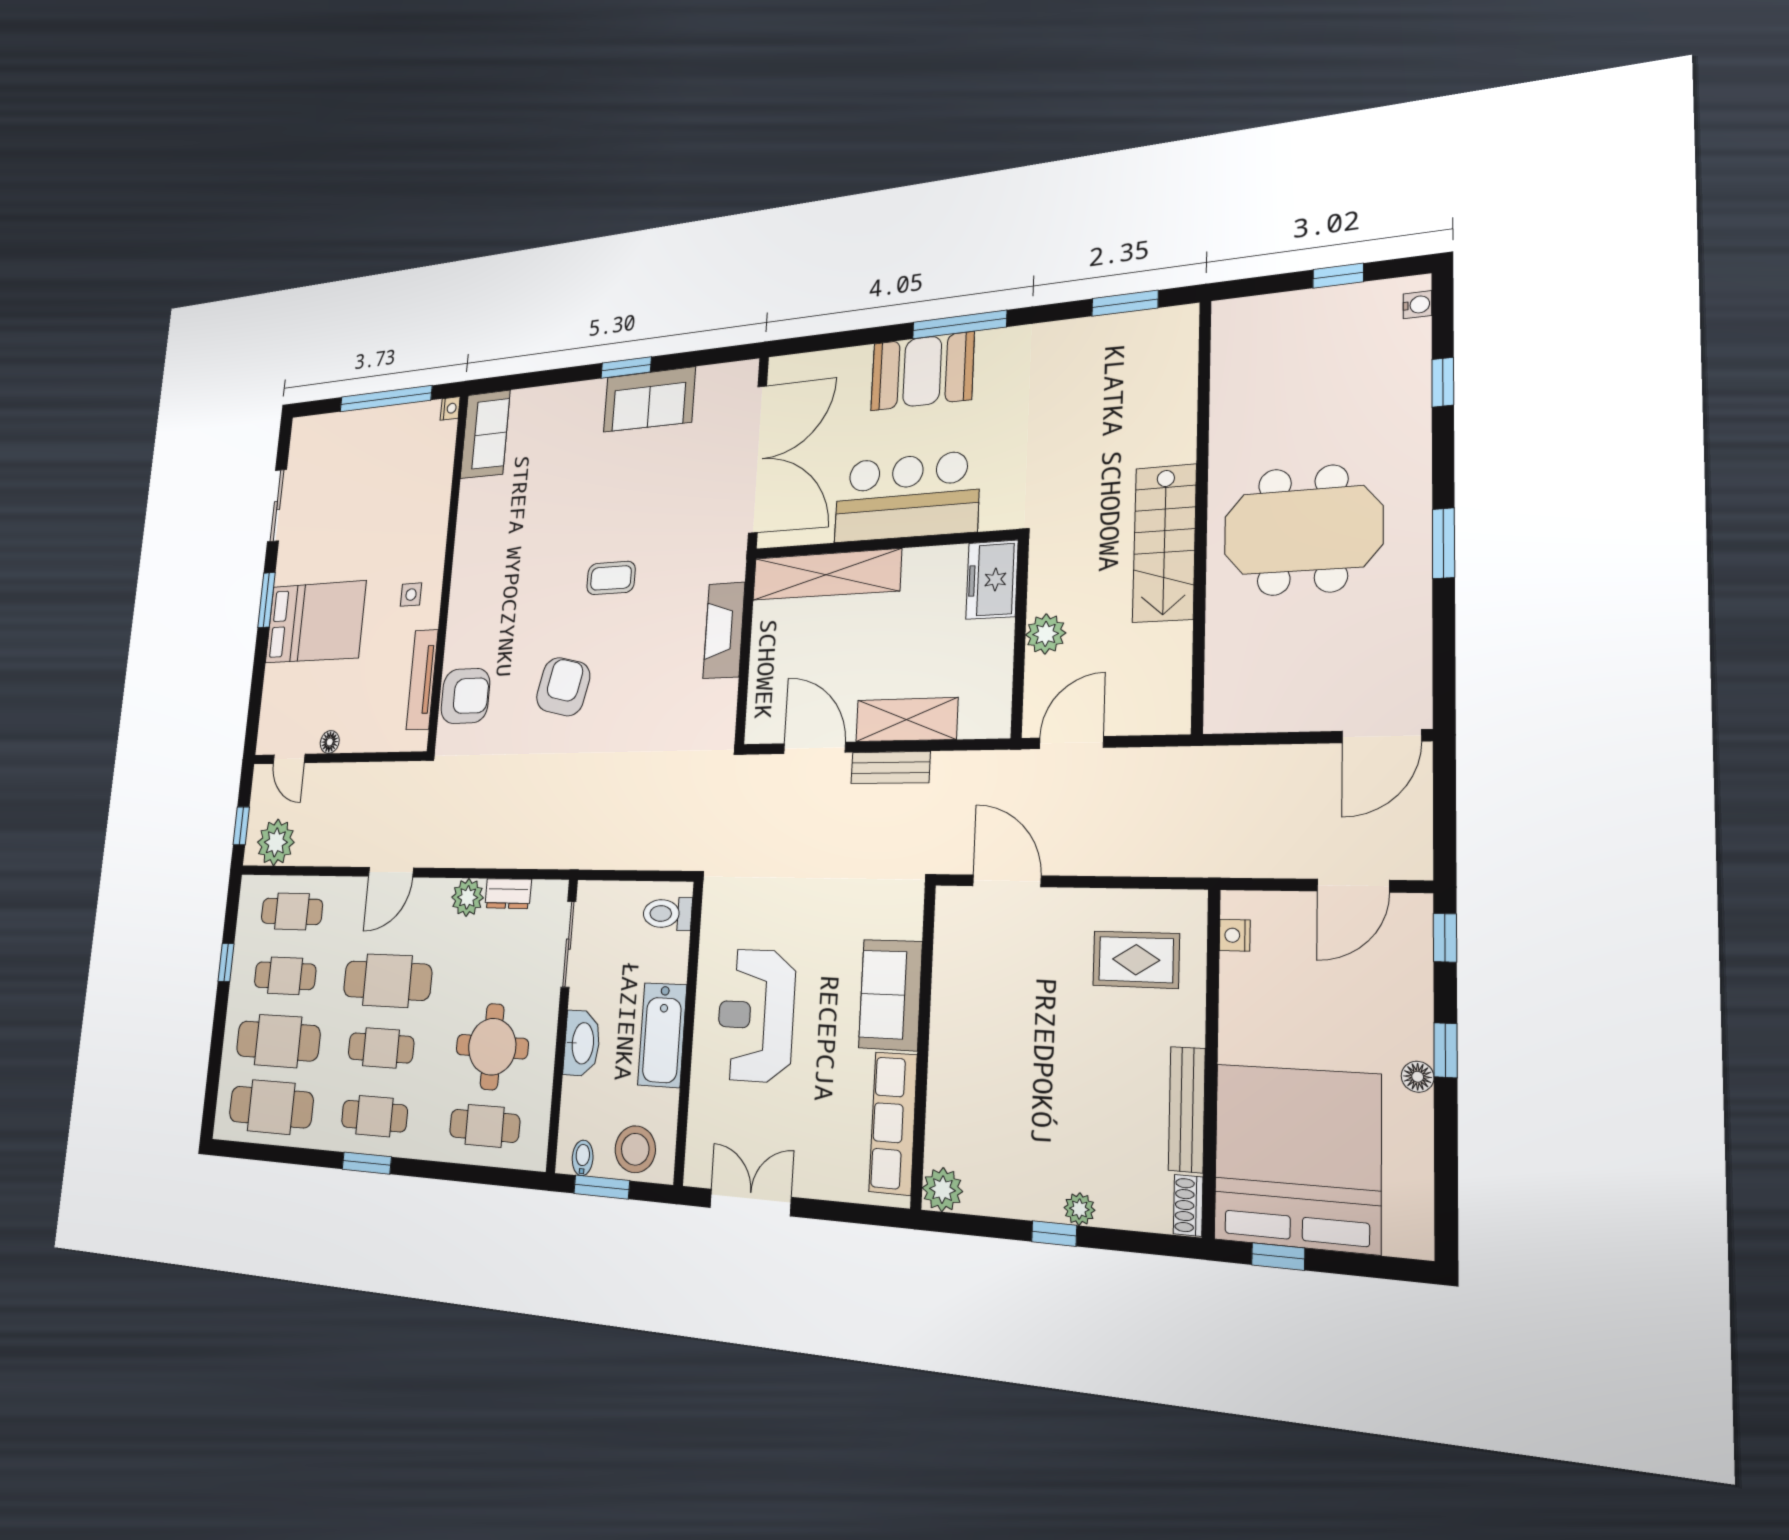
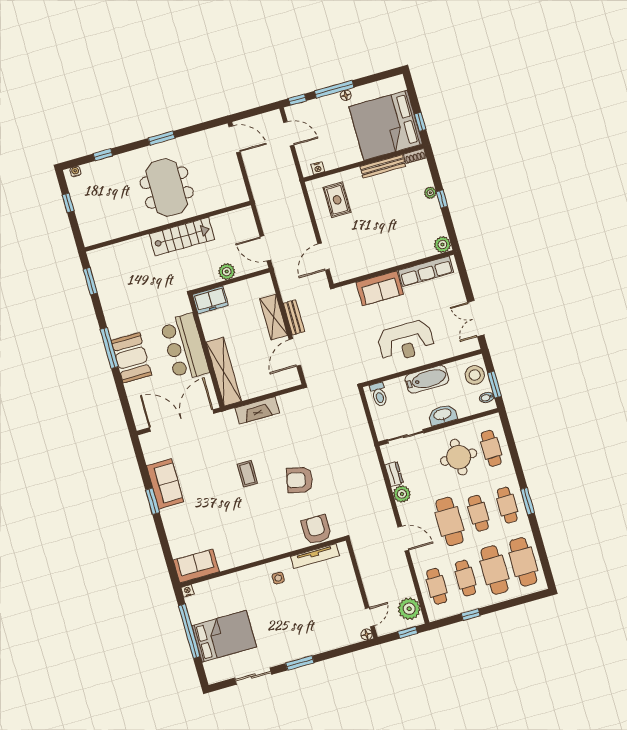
bed: (315, 622) -> (224, 636), moved, turned 90
floor lamp: (330, 742) -> (367, 634), moved
window: (1446, 1050) -> (334, 89), width x2.17

